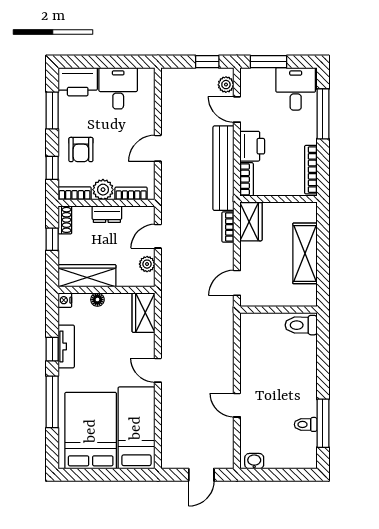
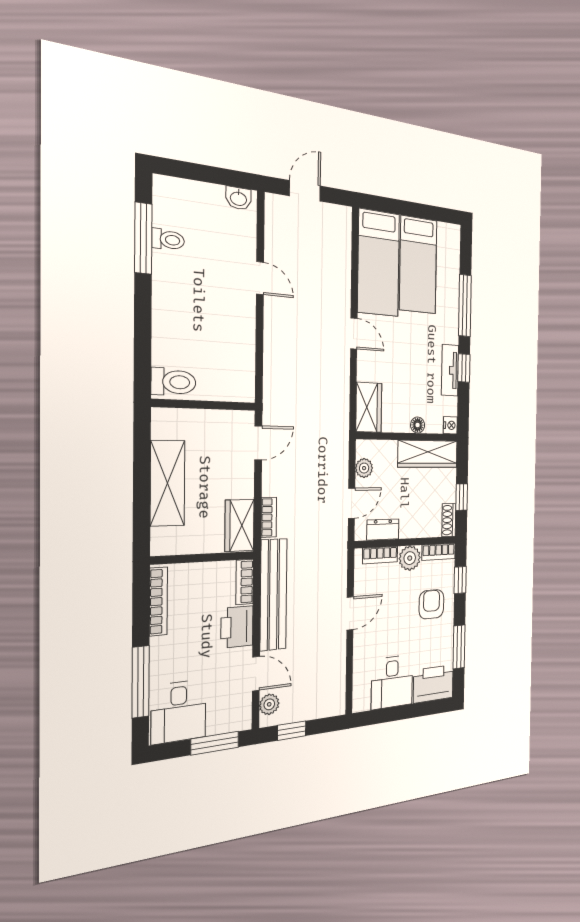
dresser: (107, 214) -> (383, 530), moved
bed: (91, 431) -> (418, 265), width x0.67

